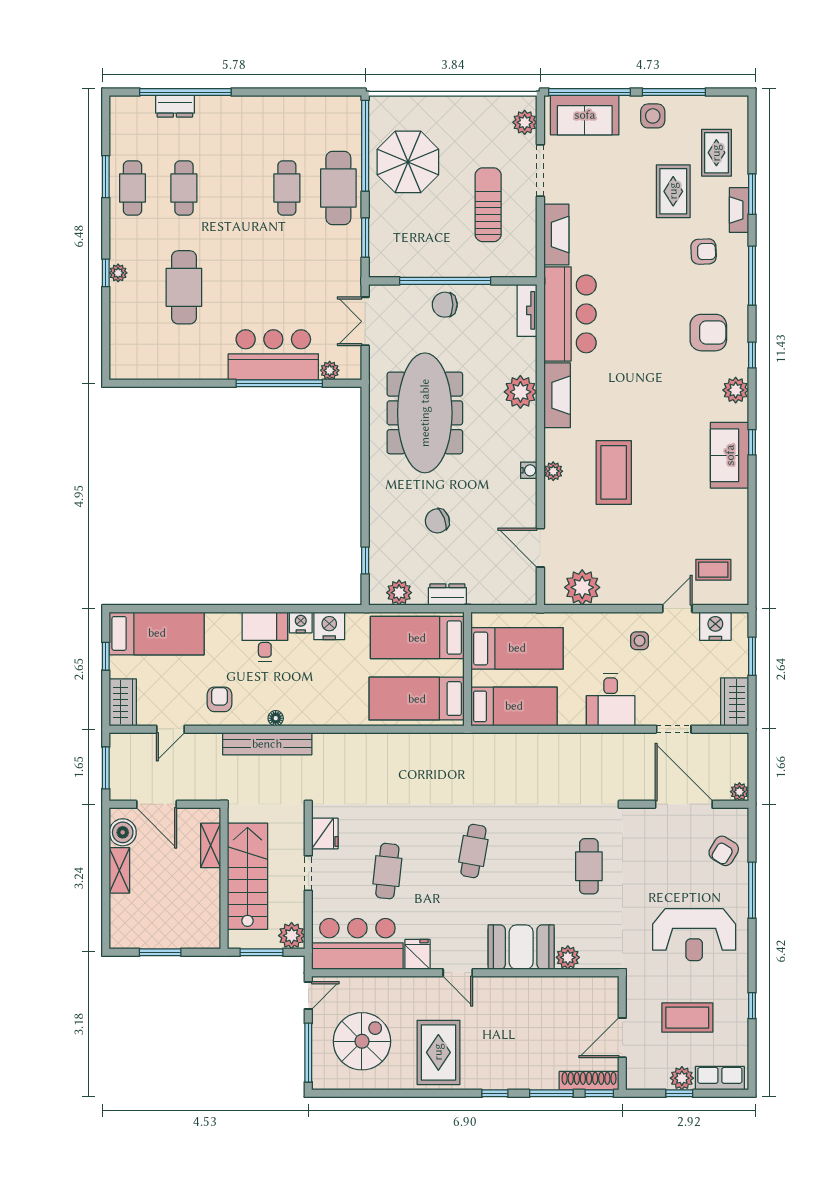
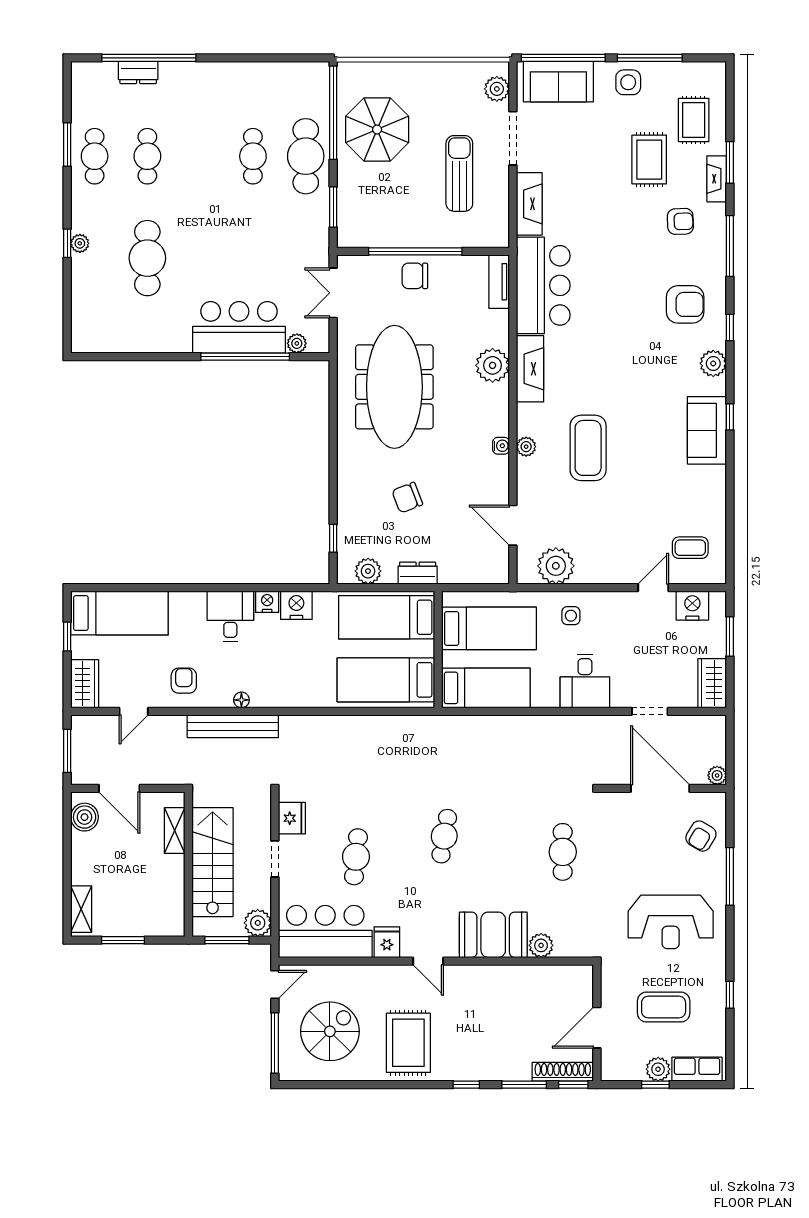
side table: (640, 641) -> (571, 616), moved
shelving: (119, 870) -> (81, 909), moved

